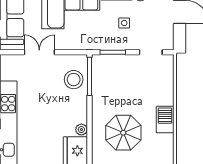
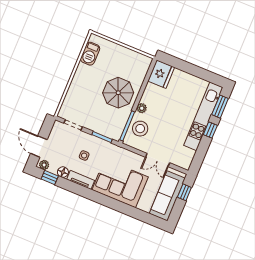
barbecue: (165, 120) -> (90, 54), moved
plant: (81, 130) -> (142, 108), moved
parasol: (123, 133) -> (118, 93), moved

